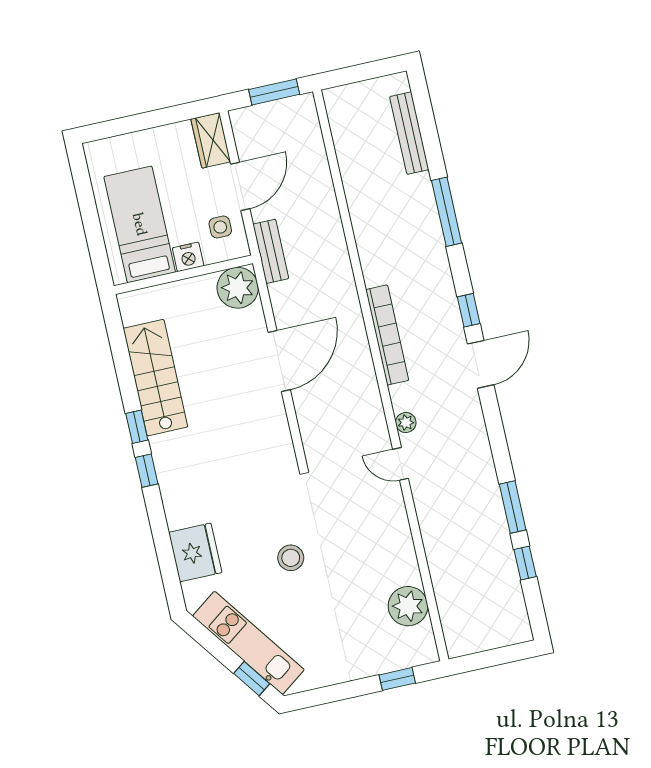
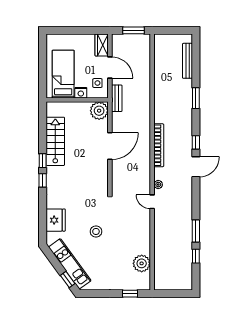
door: (240, 186) -> (110, 67), hinge flipped
window: (447, 212) -> (196, 98), width x0.69

